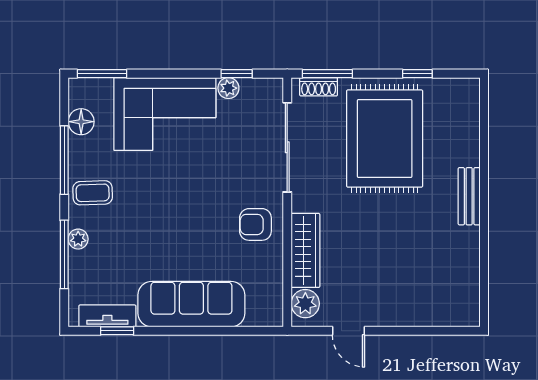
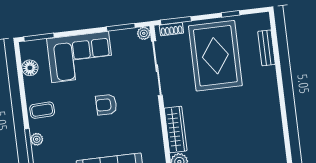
window: (237, 74) -> (121, 27), width x1.50
plant: (228, 88) -> (144, 33), moved
window: (64, 160) -> (22, 92), removed
bench: (469, 196) -> (266, 48), moved
armchair: (255, 224) -> (106, 105), moved

